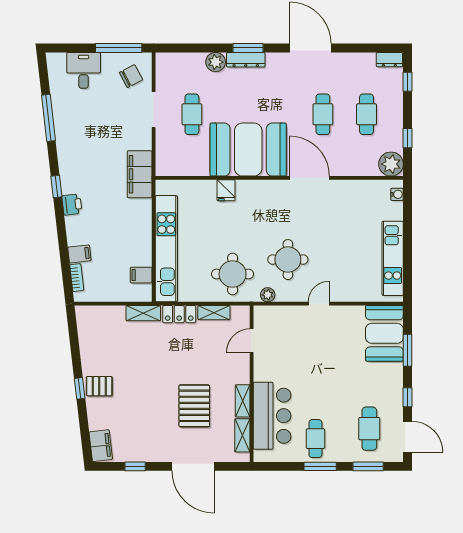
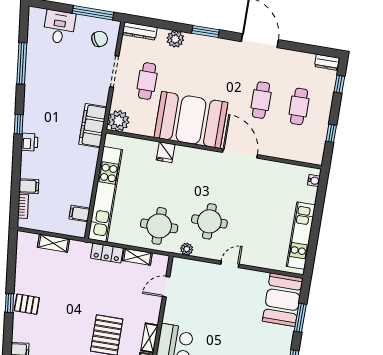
dresser: (246, 60) -> (140, 31), moved
plant: (391, 164) -> (119, 121), moved
shelving: (143, 313) -> (53, 243), moved

